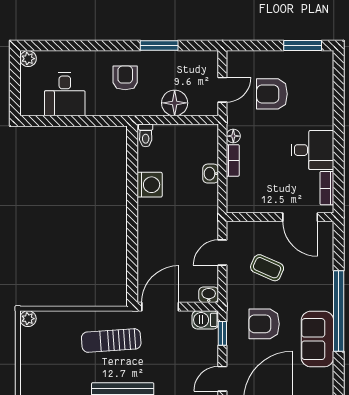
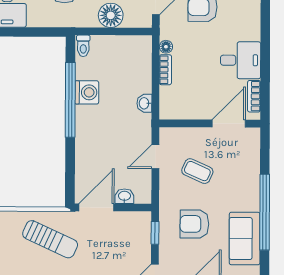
washbasin: (211, 174) -> (144, 103), moved
window: (132, 193) -> (70, 100), added
door: (300, 217) -> (229, 124), swing flipped
washbasin: (209, 295) -> (124, 196), moved
barbecue: (205, 320) -> (139, 220), removed
sun lounger: (111, 341) -> (50, 239), turned -151

